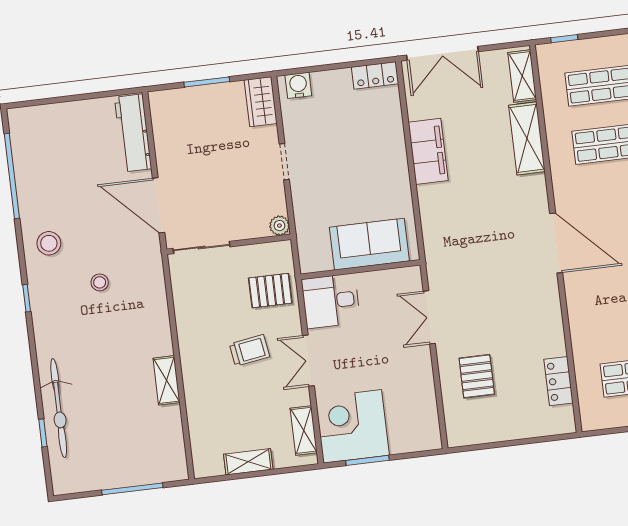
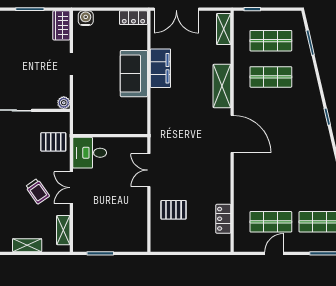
shelving: (527, 138) -> (222, 86), moved
sofa: (369, 244) -> (134, 74), moved, turned -90
trolley: (250, 350) -> (37, 191), moved, turned 64
pallet: (477, 376) -> (174, 210), turned 90
corner desk: (352, 426) -> (93, 231), removed

